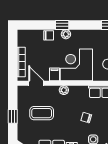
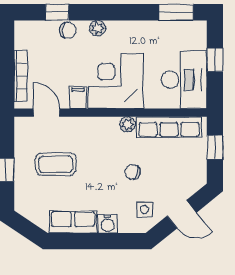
window: (62, 25) -> (57, 12), moved
plant: (64, 90) -> (127, 124), moved

